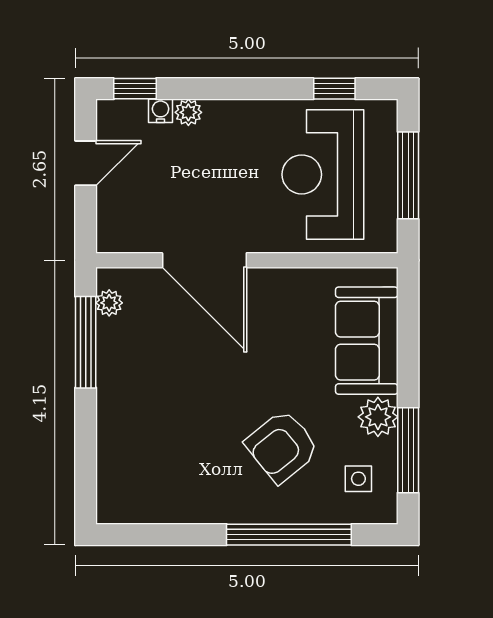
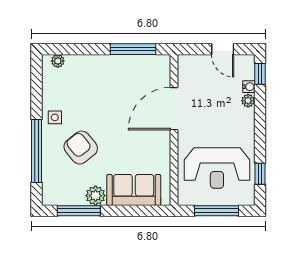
reception desk: (323, 174) -> (217, 168), turned 180
plant: (109, 303) -> (58, 61), moved
side table: (358, 479) -> (55, 117), moved

